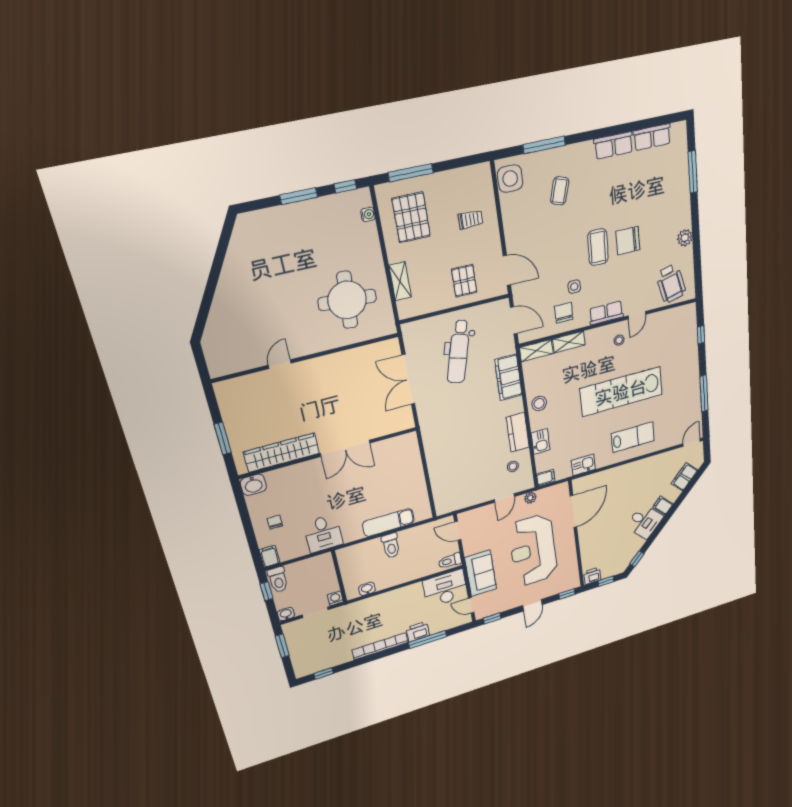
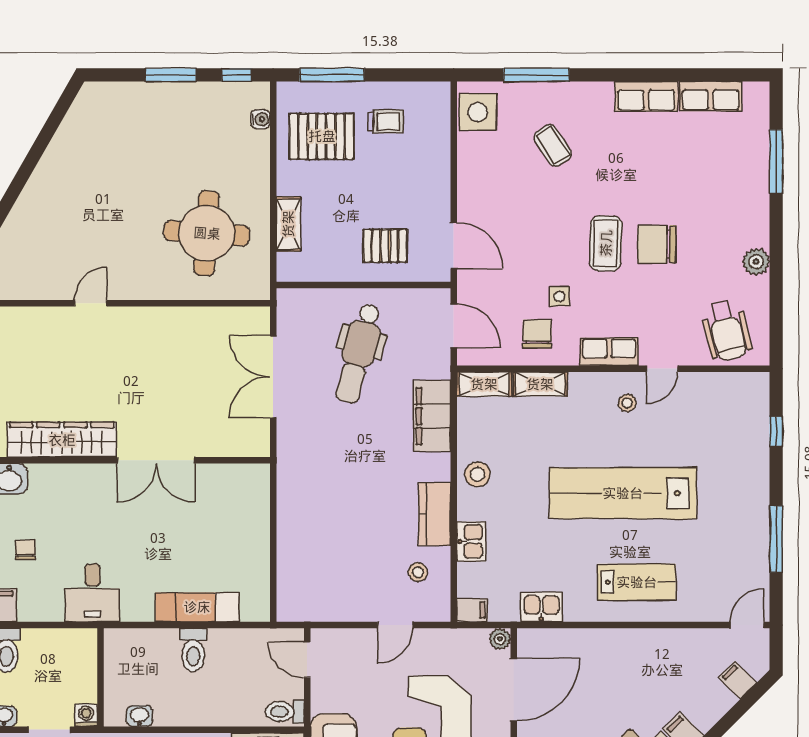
coffee table: (560, 191) -> (553, 145), turned -50
pallet: (411, 217) -> (322, 136), turned 90
trolley: (471, 219) -> (386, 121), moved
pallet: (464, 281) -> (385, 246), turned 90
filing cabinet: (685, 477) -> (738, 680), width x0.50
plant: (530, 498) -> (500, 639), moved

